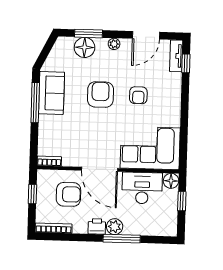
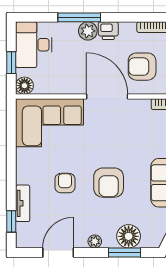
tv unit: (176, 56) -> (23, 203), moved
desk: (142, 188) -> (34, 45), moved, turned 90

